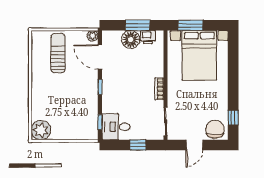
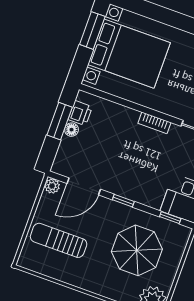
window: (190, 25) -> (92, 30), moved
floor lamp: (131, 39) -> (71, 130), width x0.53, depth x0.53
parasol: (70, 108) -> (137, 250), added

